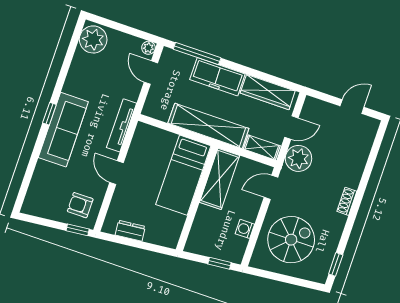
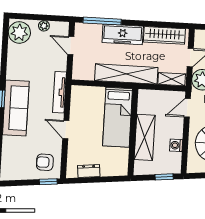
plant: (148, 48) -> (44, 26), moved
shelving: (220, 179) -> (145, 137), moved

